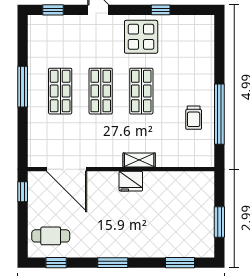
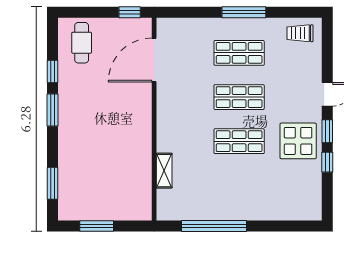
window: (53, 10) -> (327, 131), moved
trolley: (194, 118) -> (300, 33), moved
shelving: (139, 160) -> (164, 171), moved
fridge: (131, 181) -> (141, 130), removed
window: (56, 263) -> (53, 71), moved

